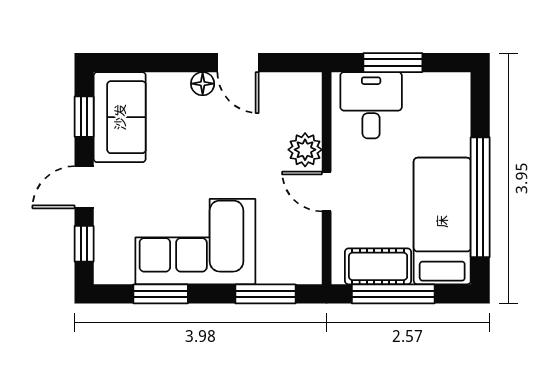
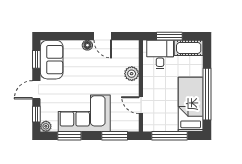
door: (327, 191) -> (141, 105), moved
cot: (378, 266) -> (189, 48), moved
plant: (106, 272) -> (46, 126), added

